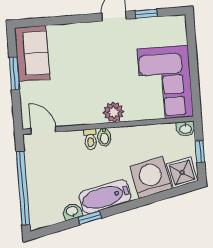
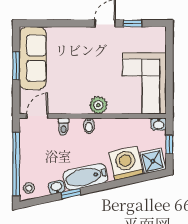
sofa: (32, 53) -> (33, 58), width x1.36
door: (43, 130) -> (37, 116), hinge flipped
toilet: (90, 139) -> (63, 127), moved
stool: (40, 215) -> (29, 188), added

